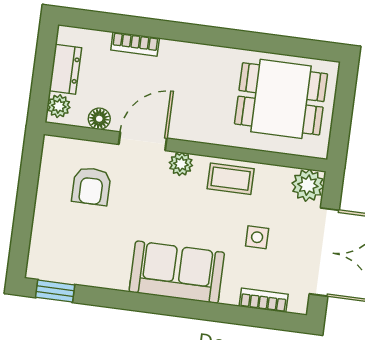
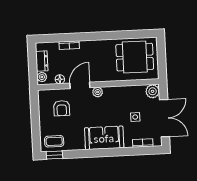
coffee table: (231, 179) -> (54, 141), moved

